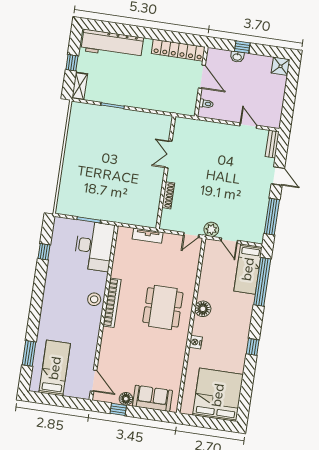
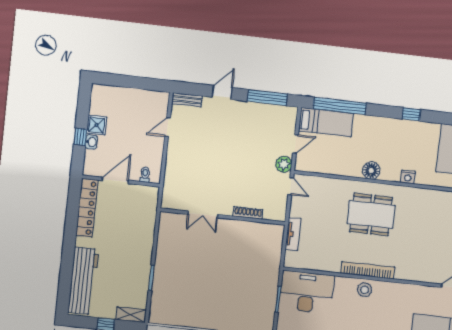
shower: (281, 66) -> (97, 125), moved

